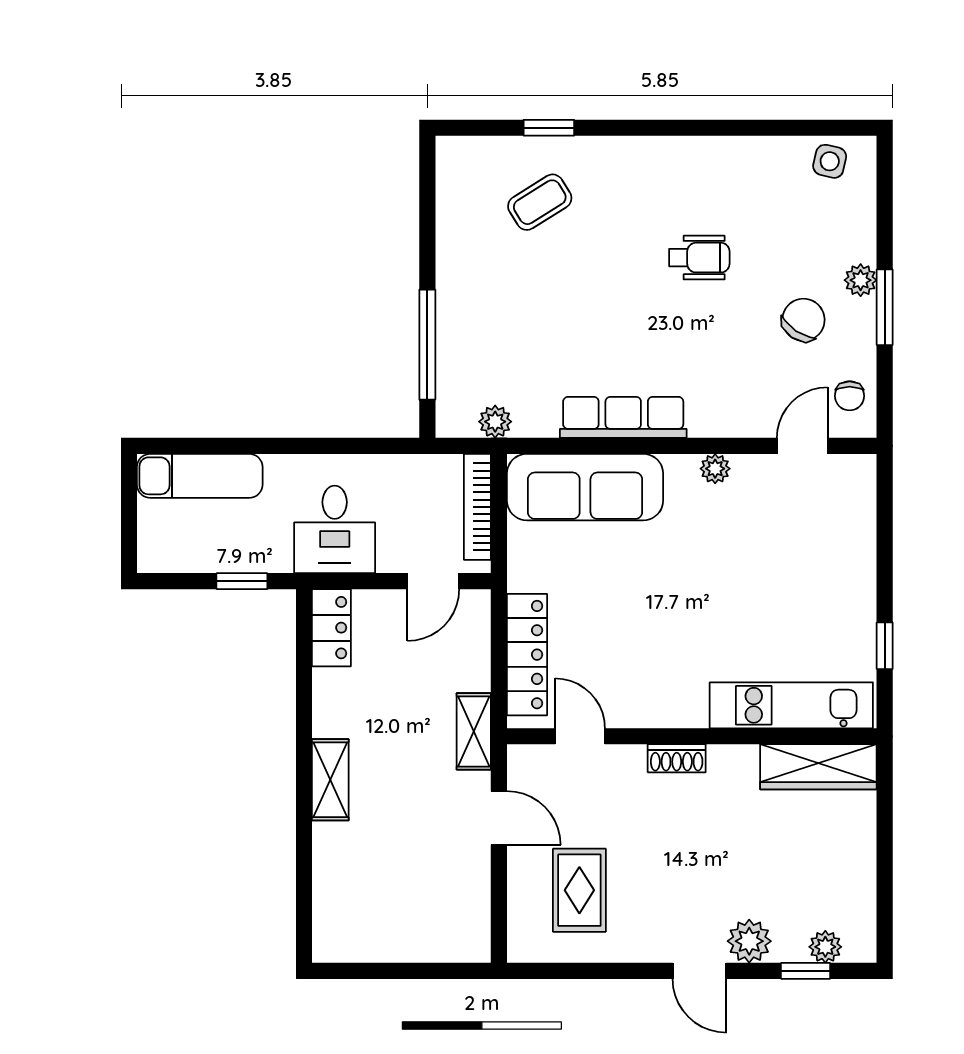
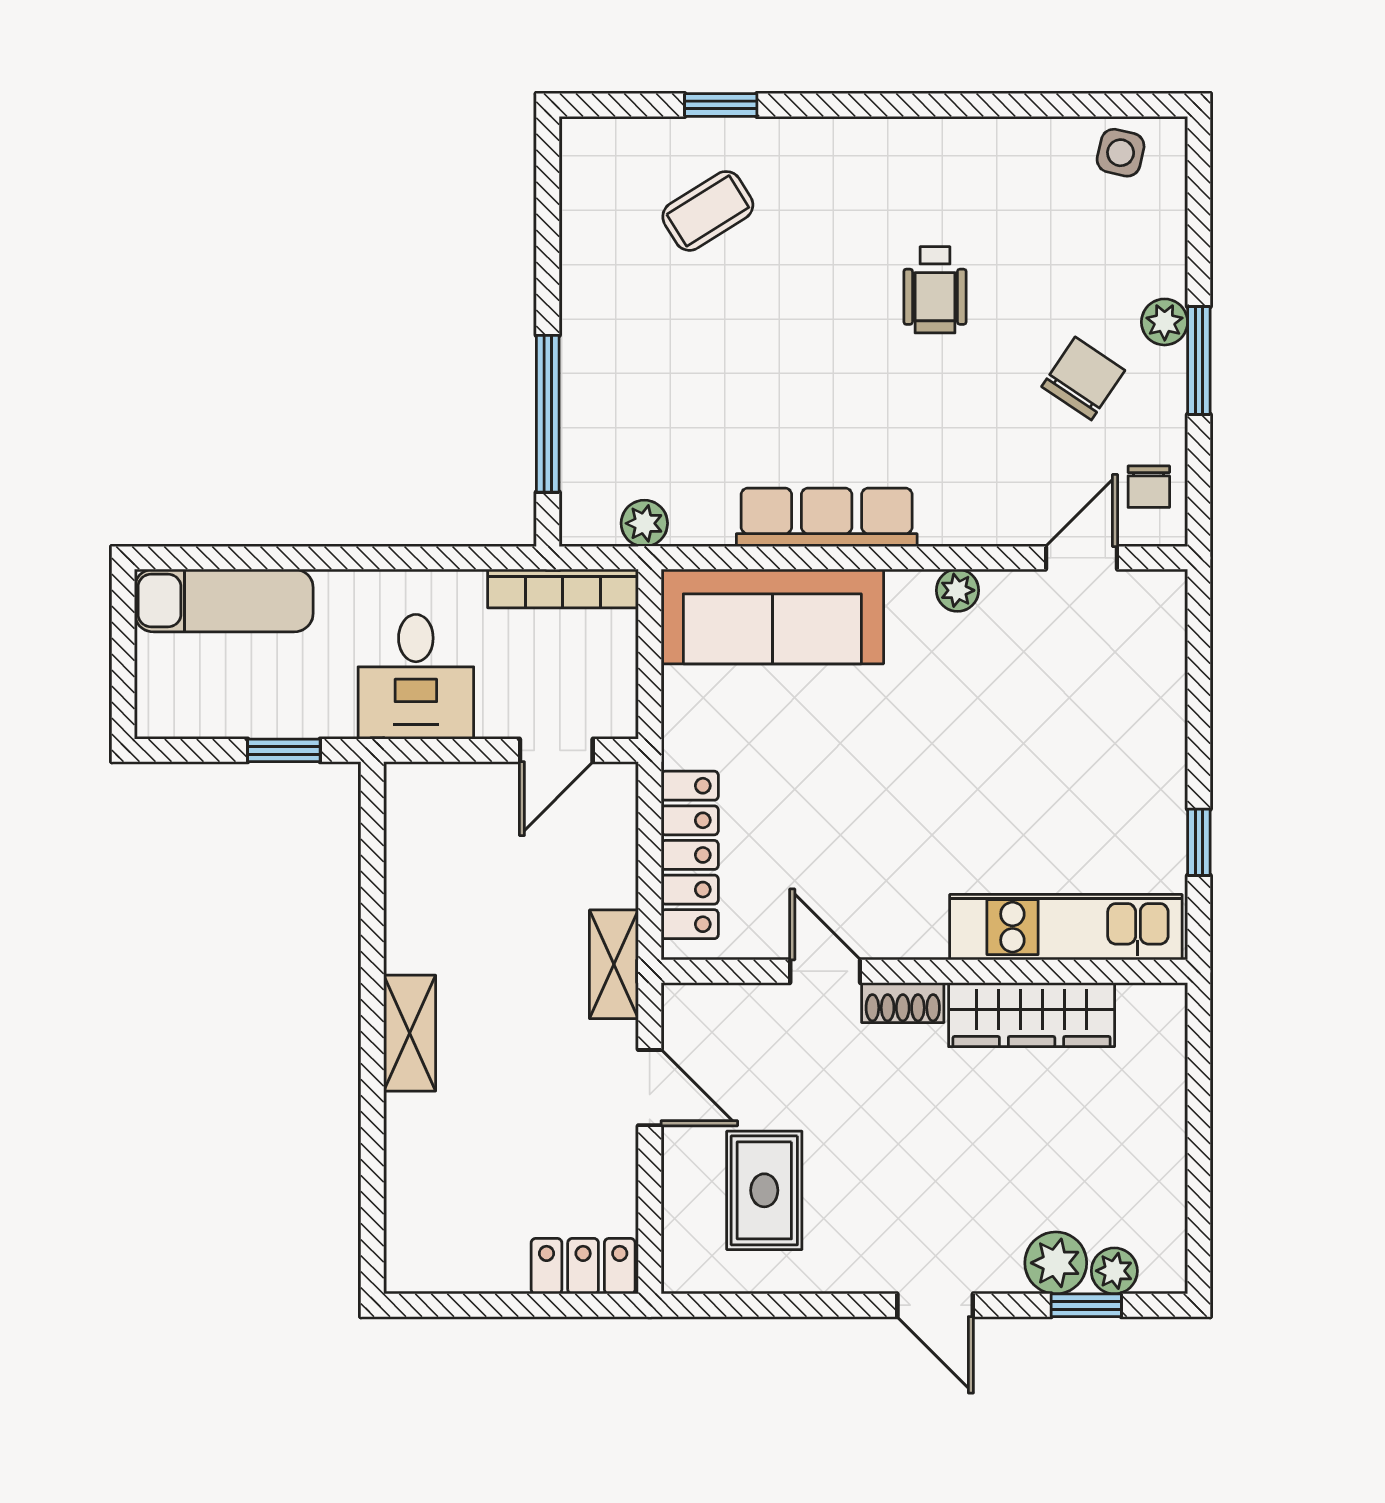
wheelchair: (699, 258) -> (935, 290), turned 90
bookcase: (477, 507) -> (563, 589), moved, turned -90
locker: (331, 628) -> (583, 1266), moved, turned -90
door: (580, 736) -> (825, 971), moved
wardrobe: (818, 767) -> (1032, 1015), moved
plant: (749, 941) -> (1056, 1263), moved

